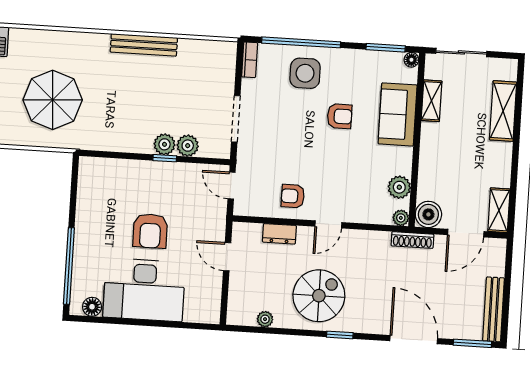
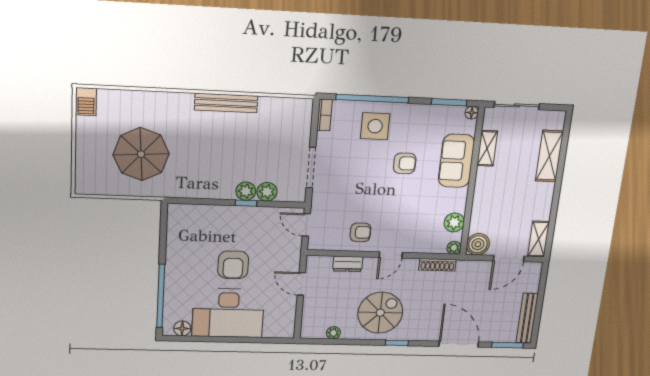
armchair: (293, 196) -> (360, 232), turned 180
shoe rack: (412, 240) -> (437, 265), moved

